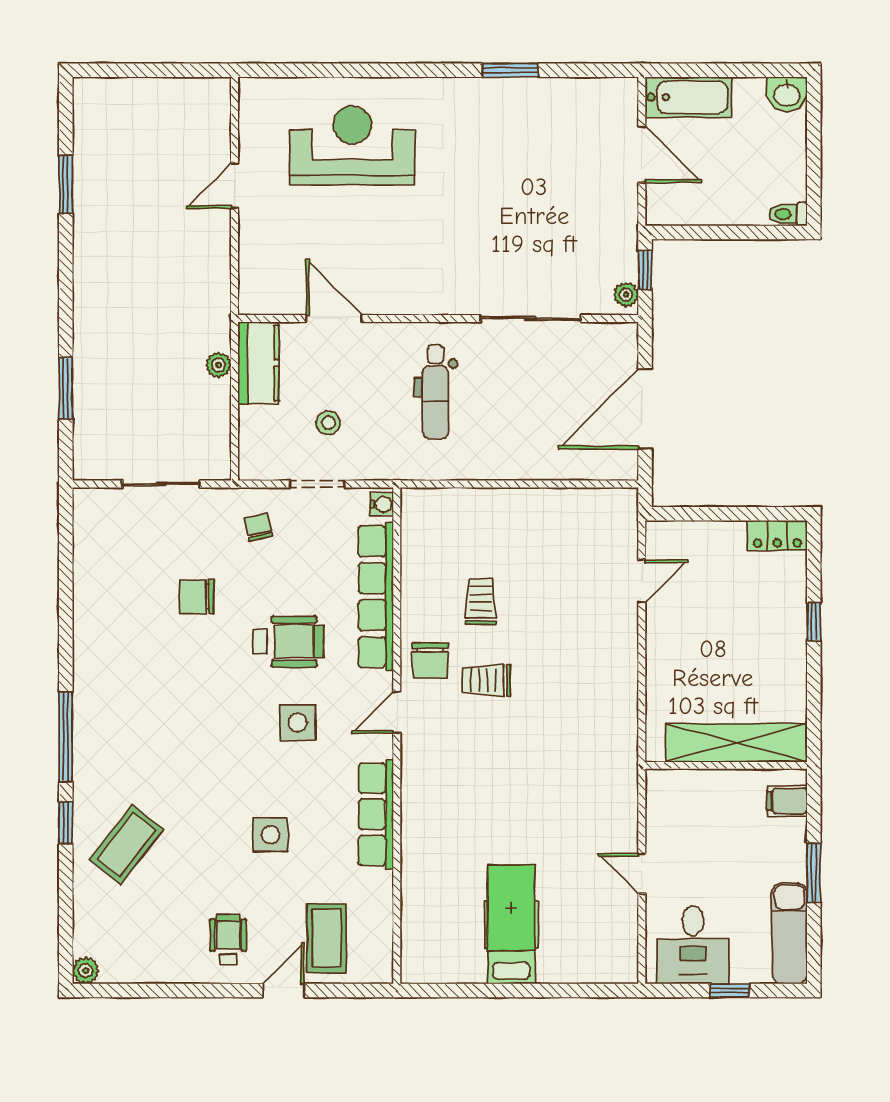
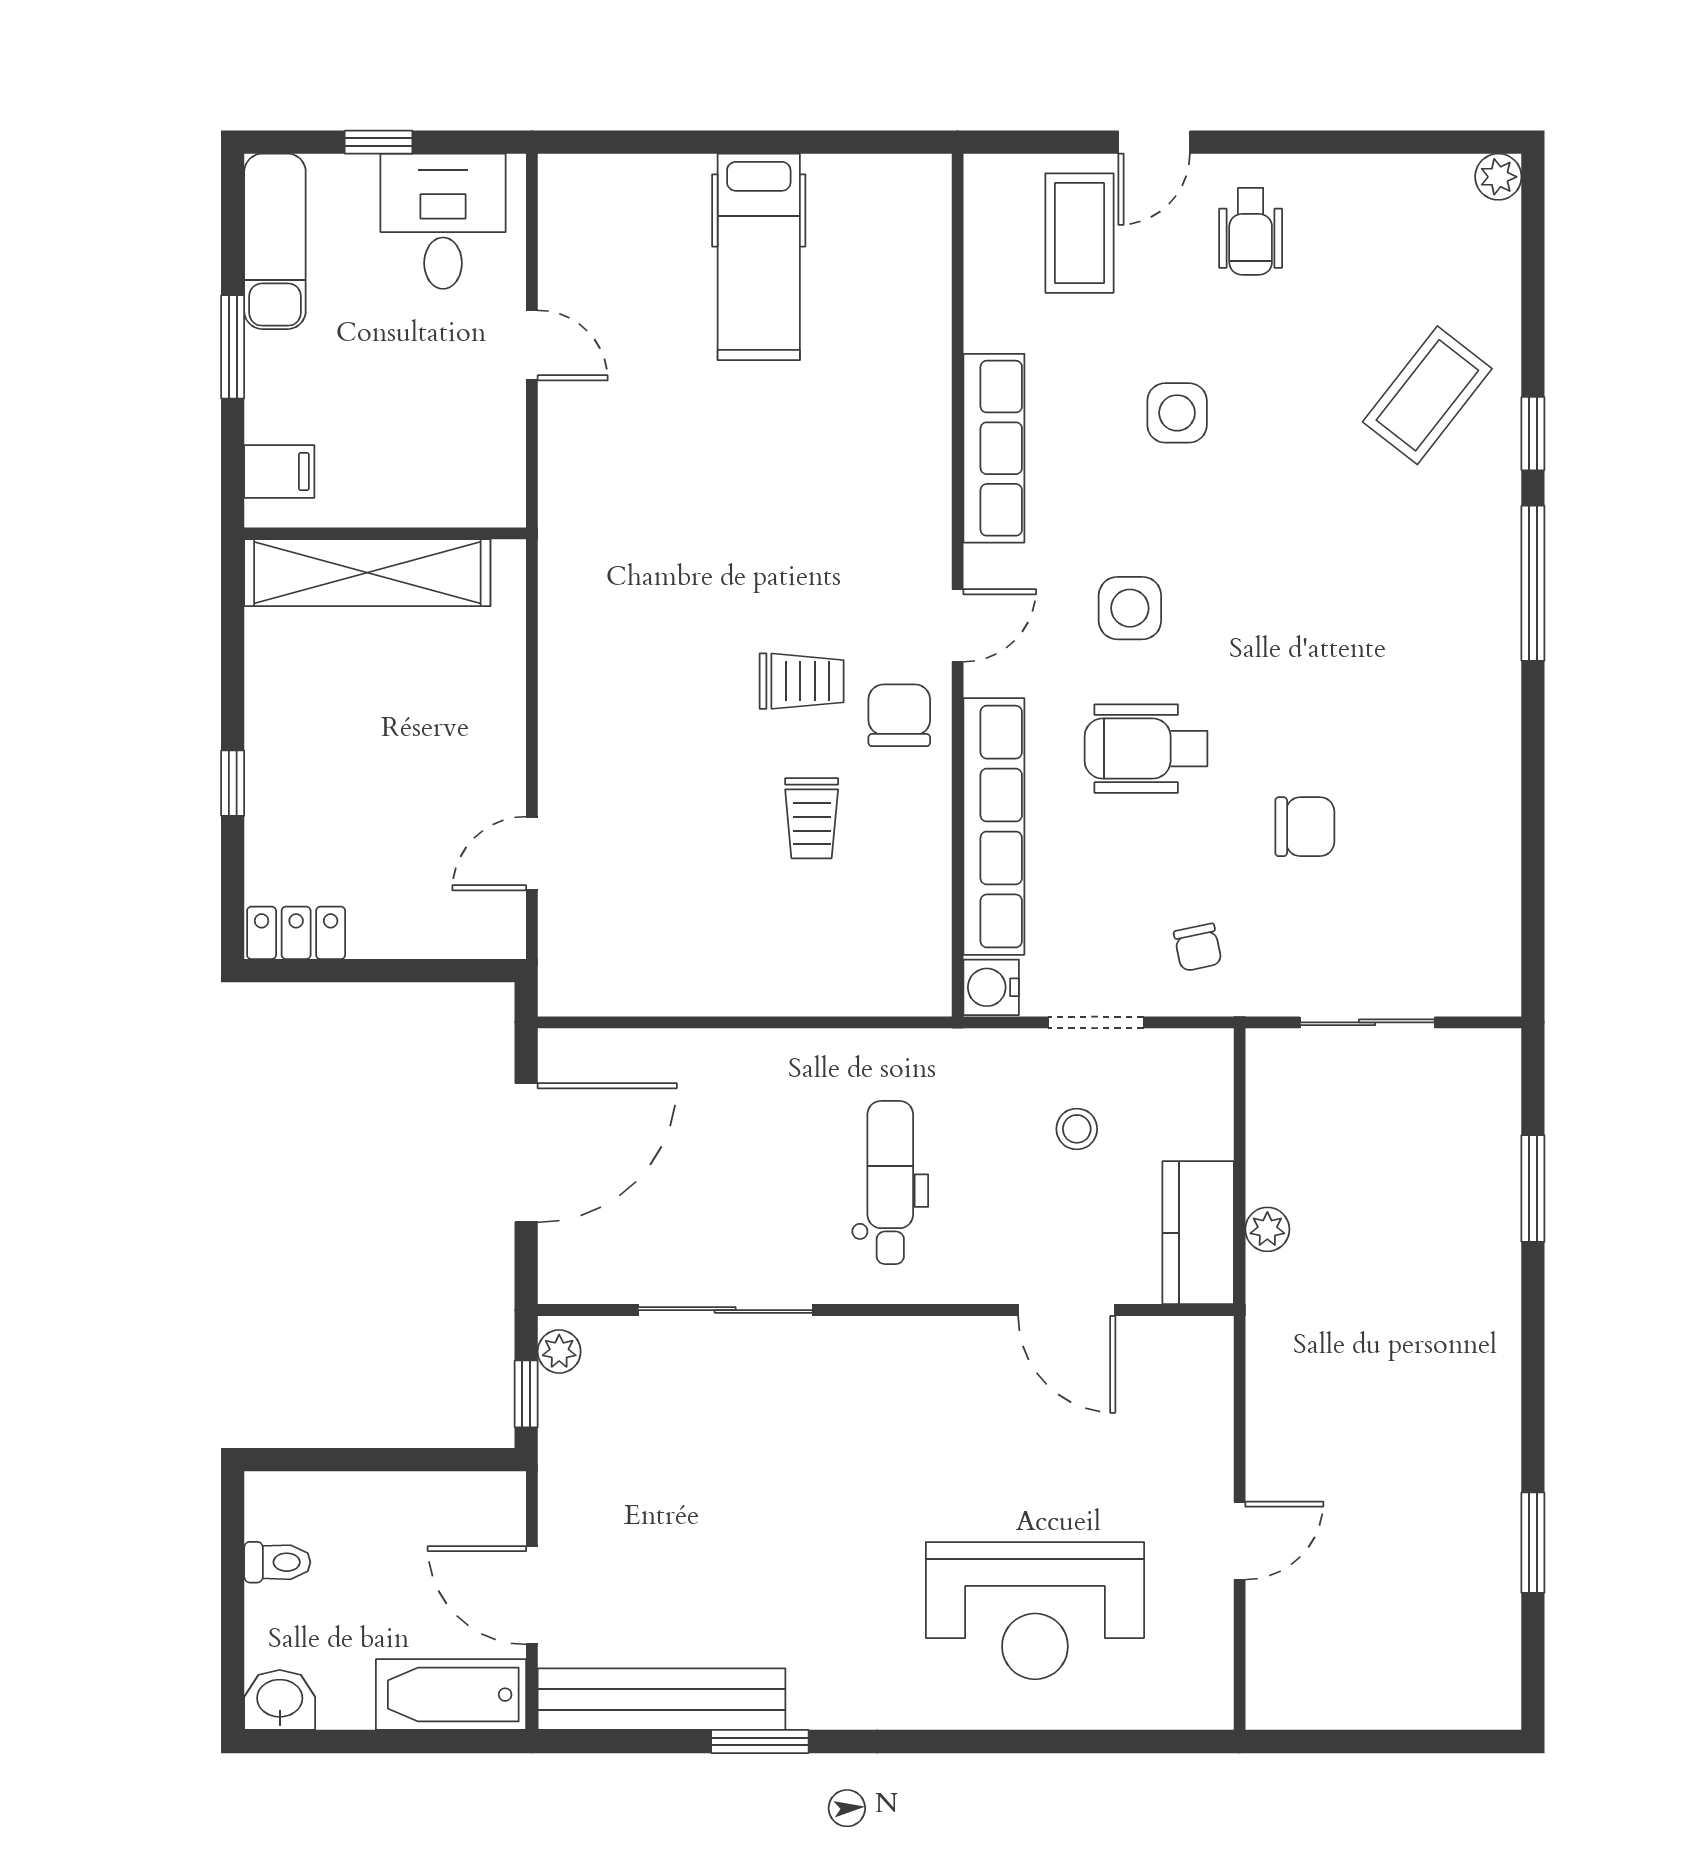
bench: (567, 95) -> (662, 1699), added
toilet: (788, 214) -> (277, 1562), moved
water cooler: (382, 504) -> (991, 987), width x1.38, depth x1.38

